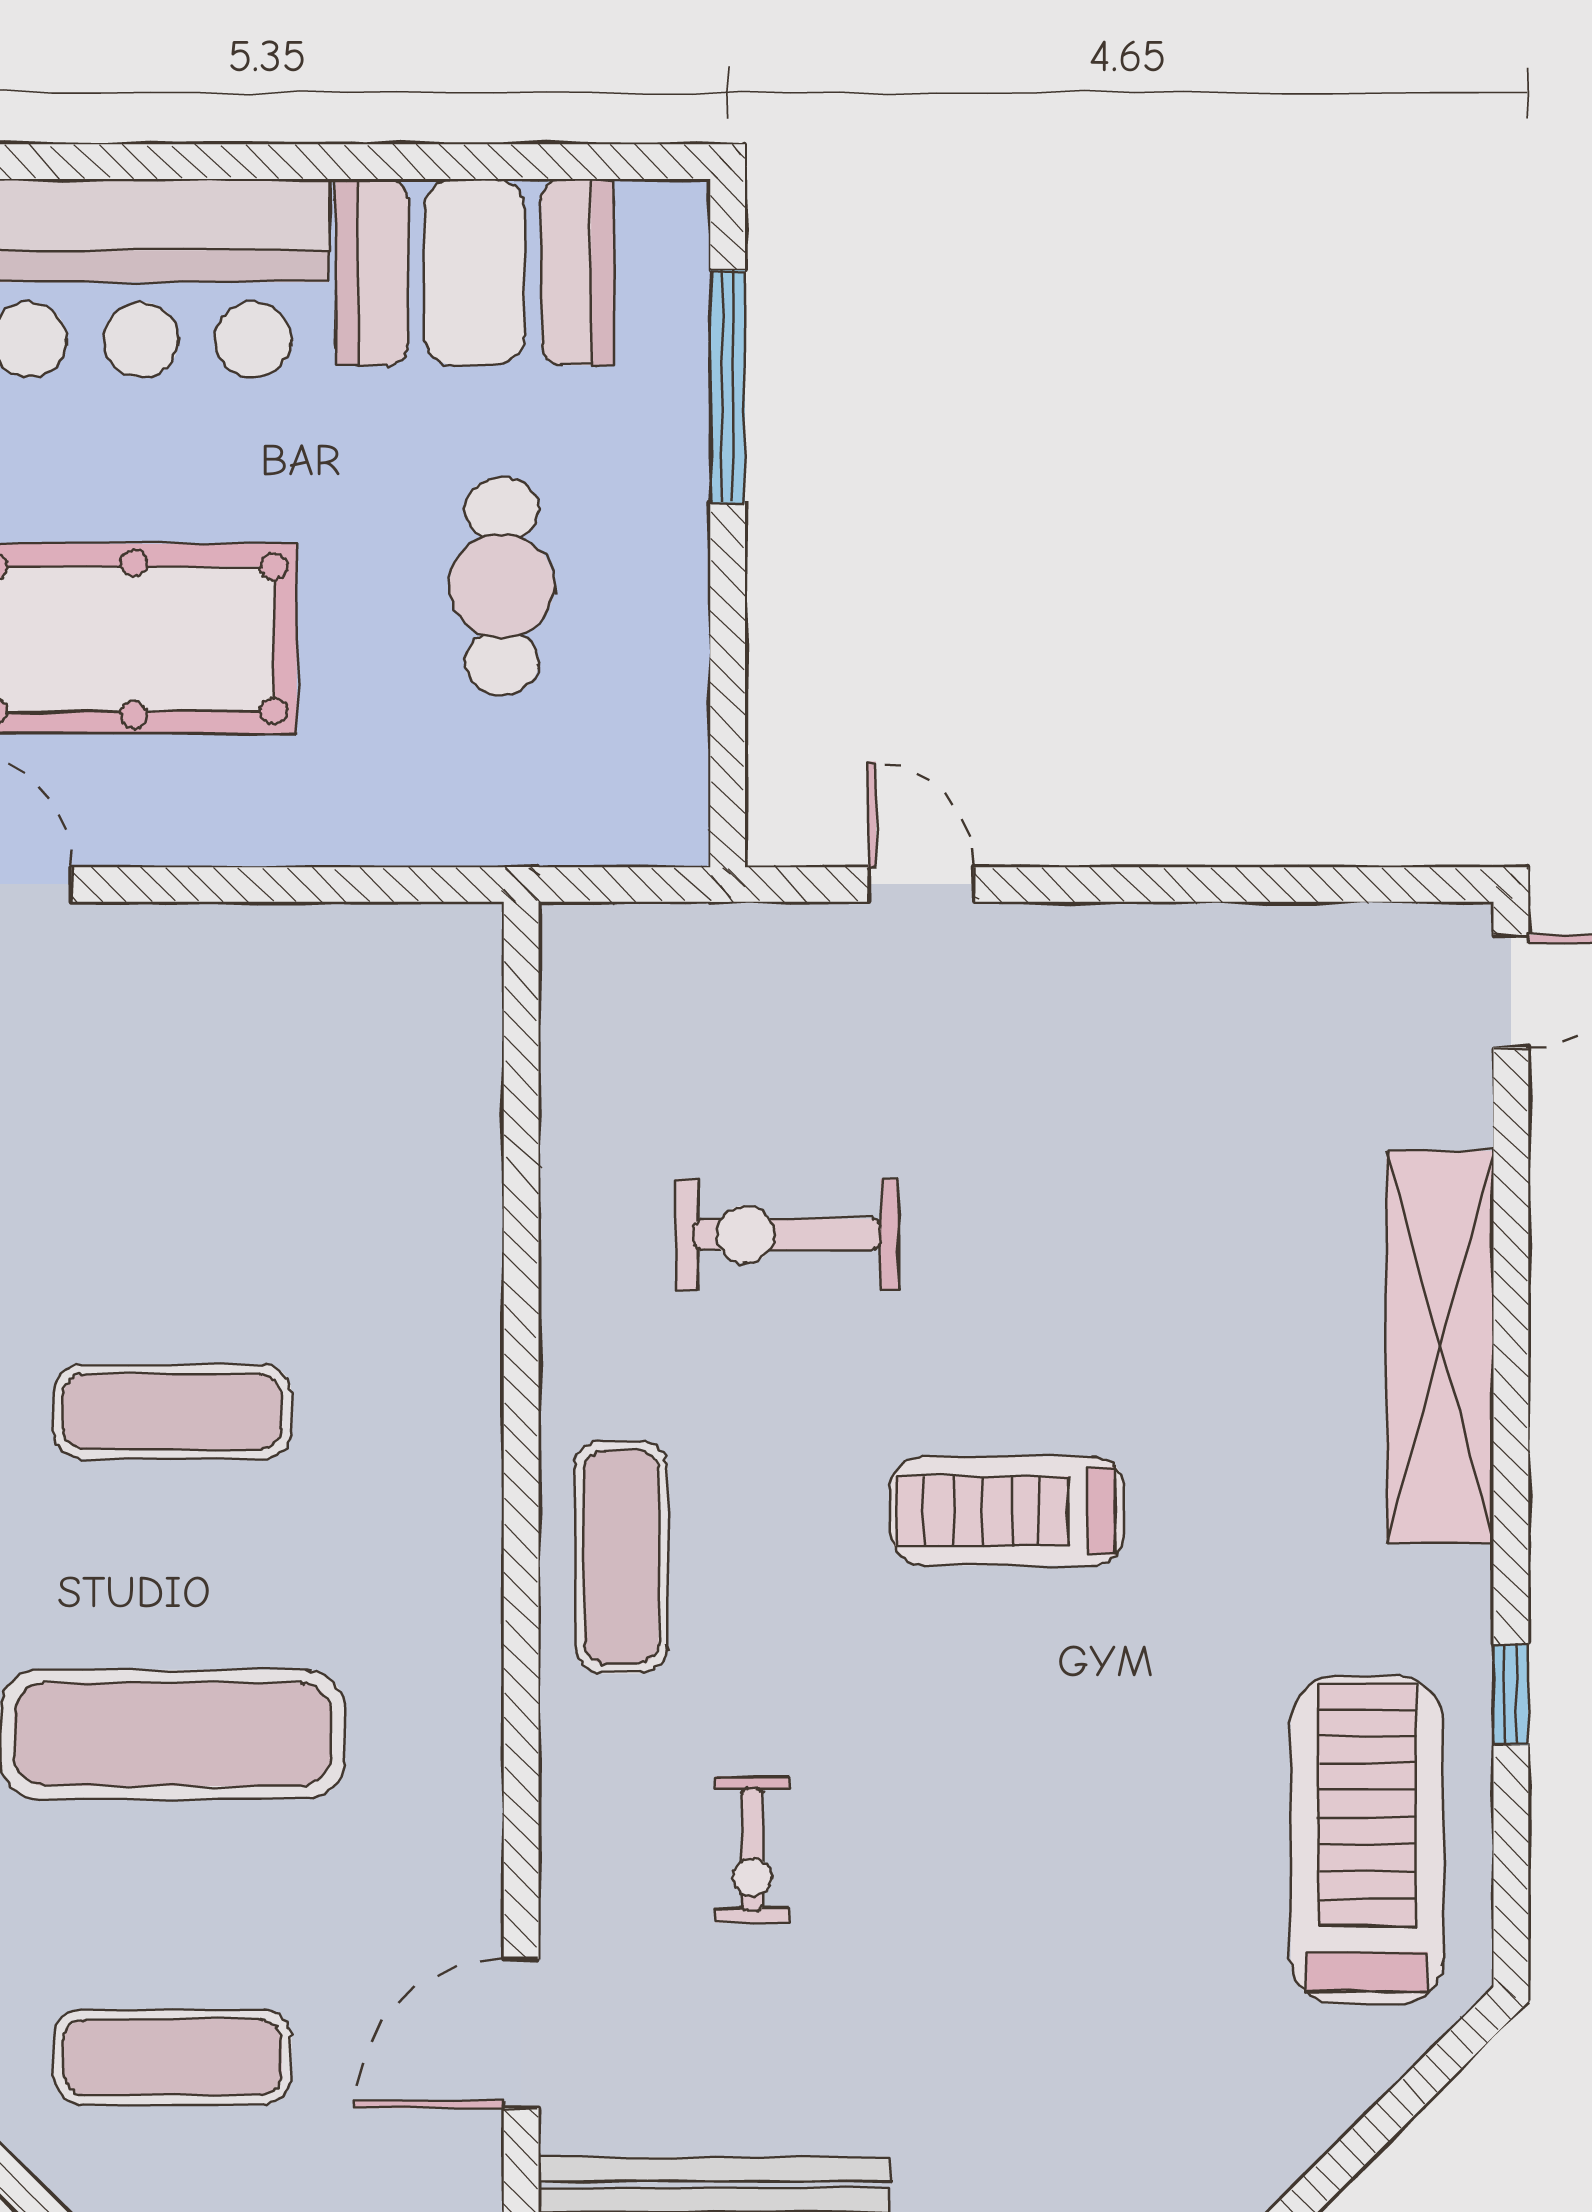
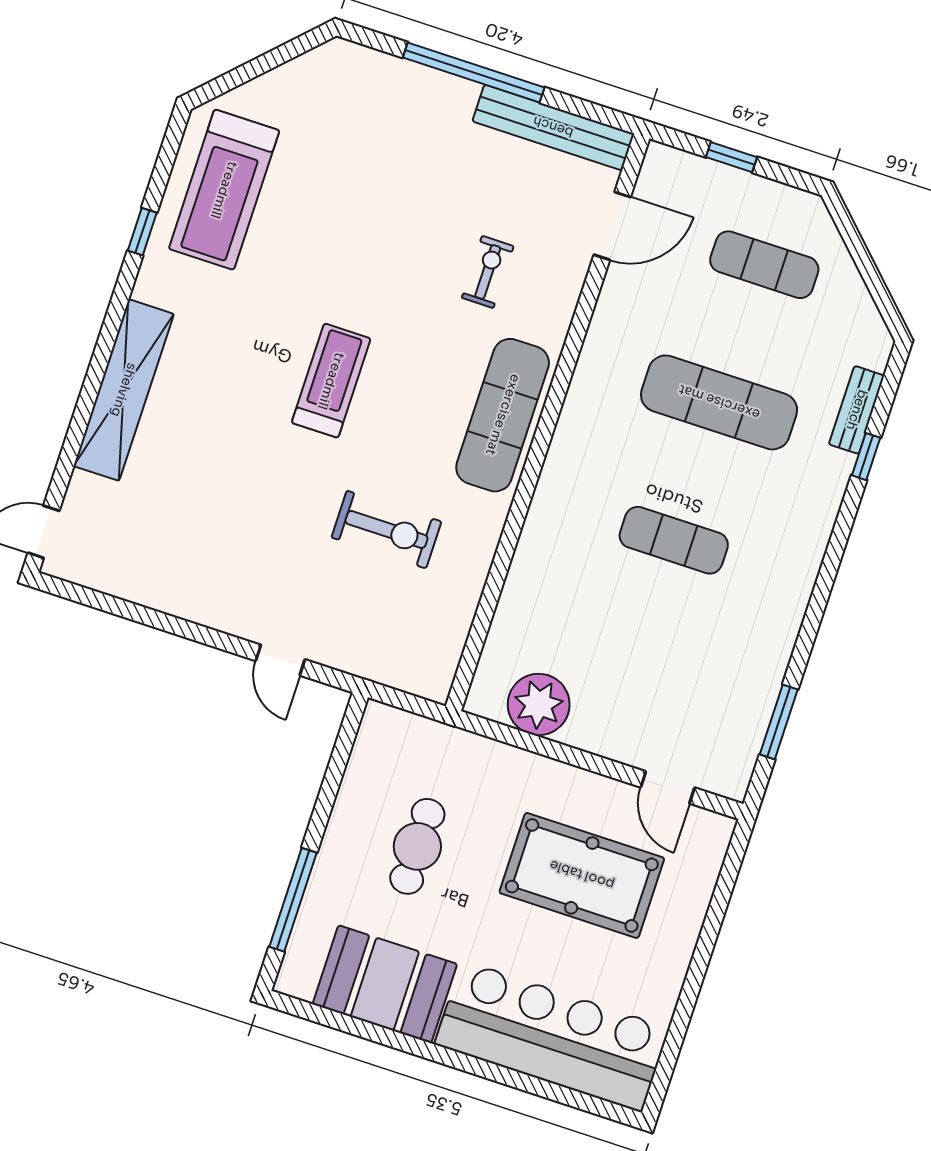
plant: (344, 970) -> (539, 704), added
treadmill: (1008, 1511) -> (331, 381), turned -90
exercise mat: (621, 1557) -> (503, 415), width x1.36, depth x1.45

